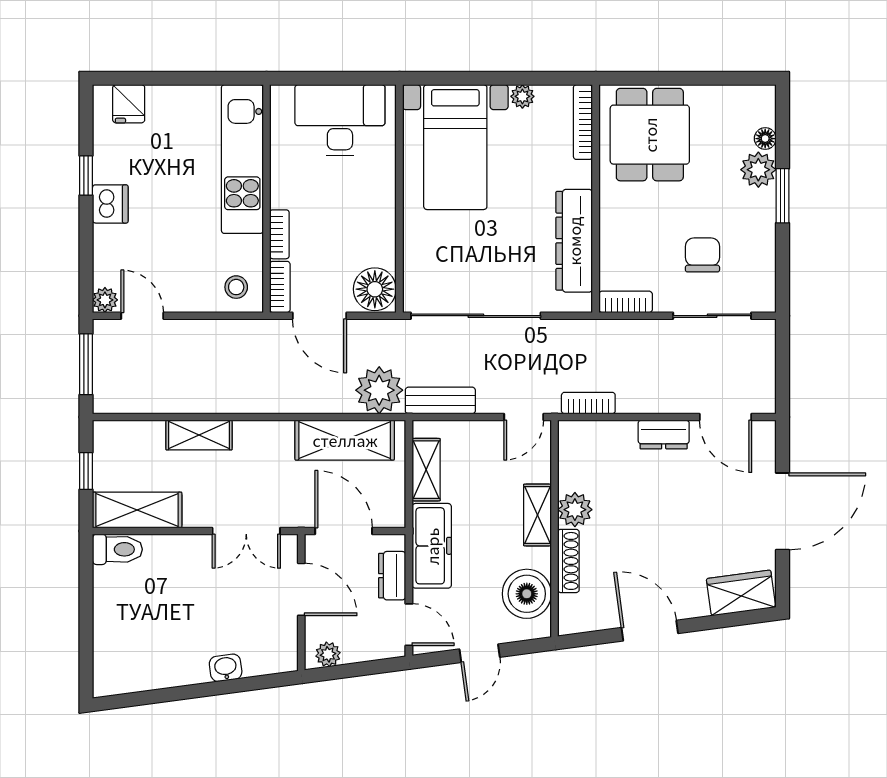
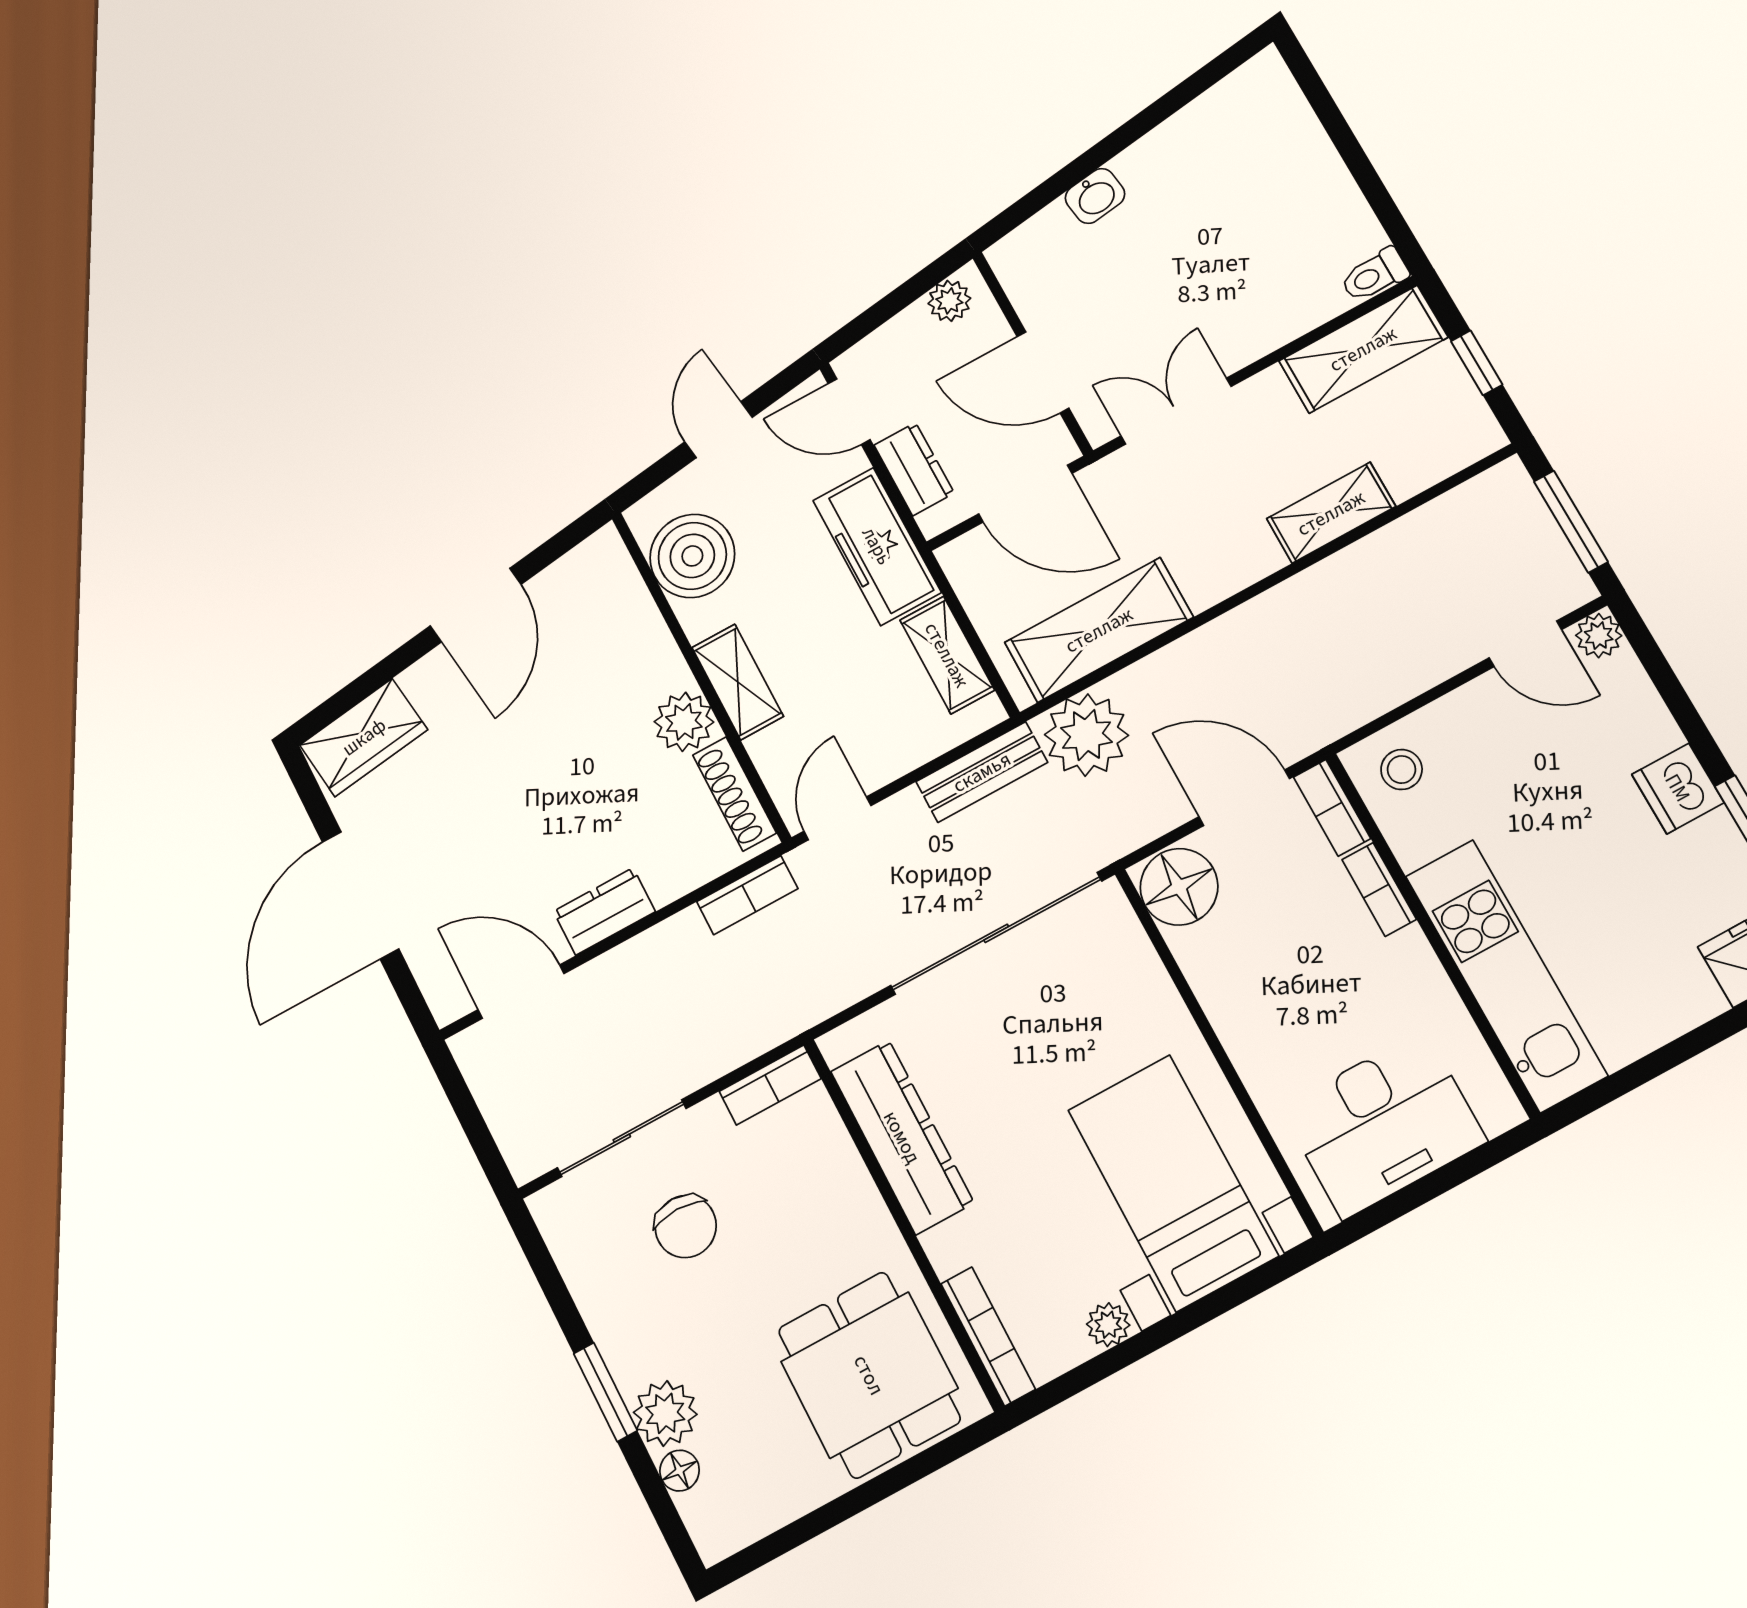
toilet: (117, 549) -> (1375, 275), width x0.73, depth x0.72
shoe rack: (568, 561) -> (735, 794), moved
door: (650, 631) -> (476, 605), hinge flipped

